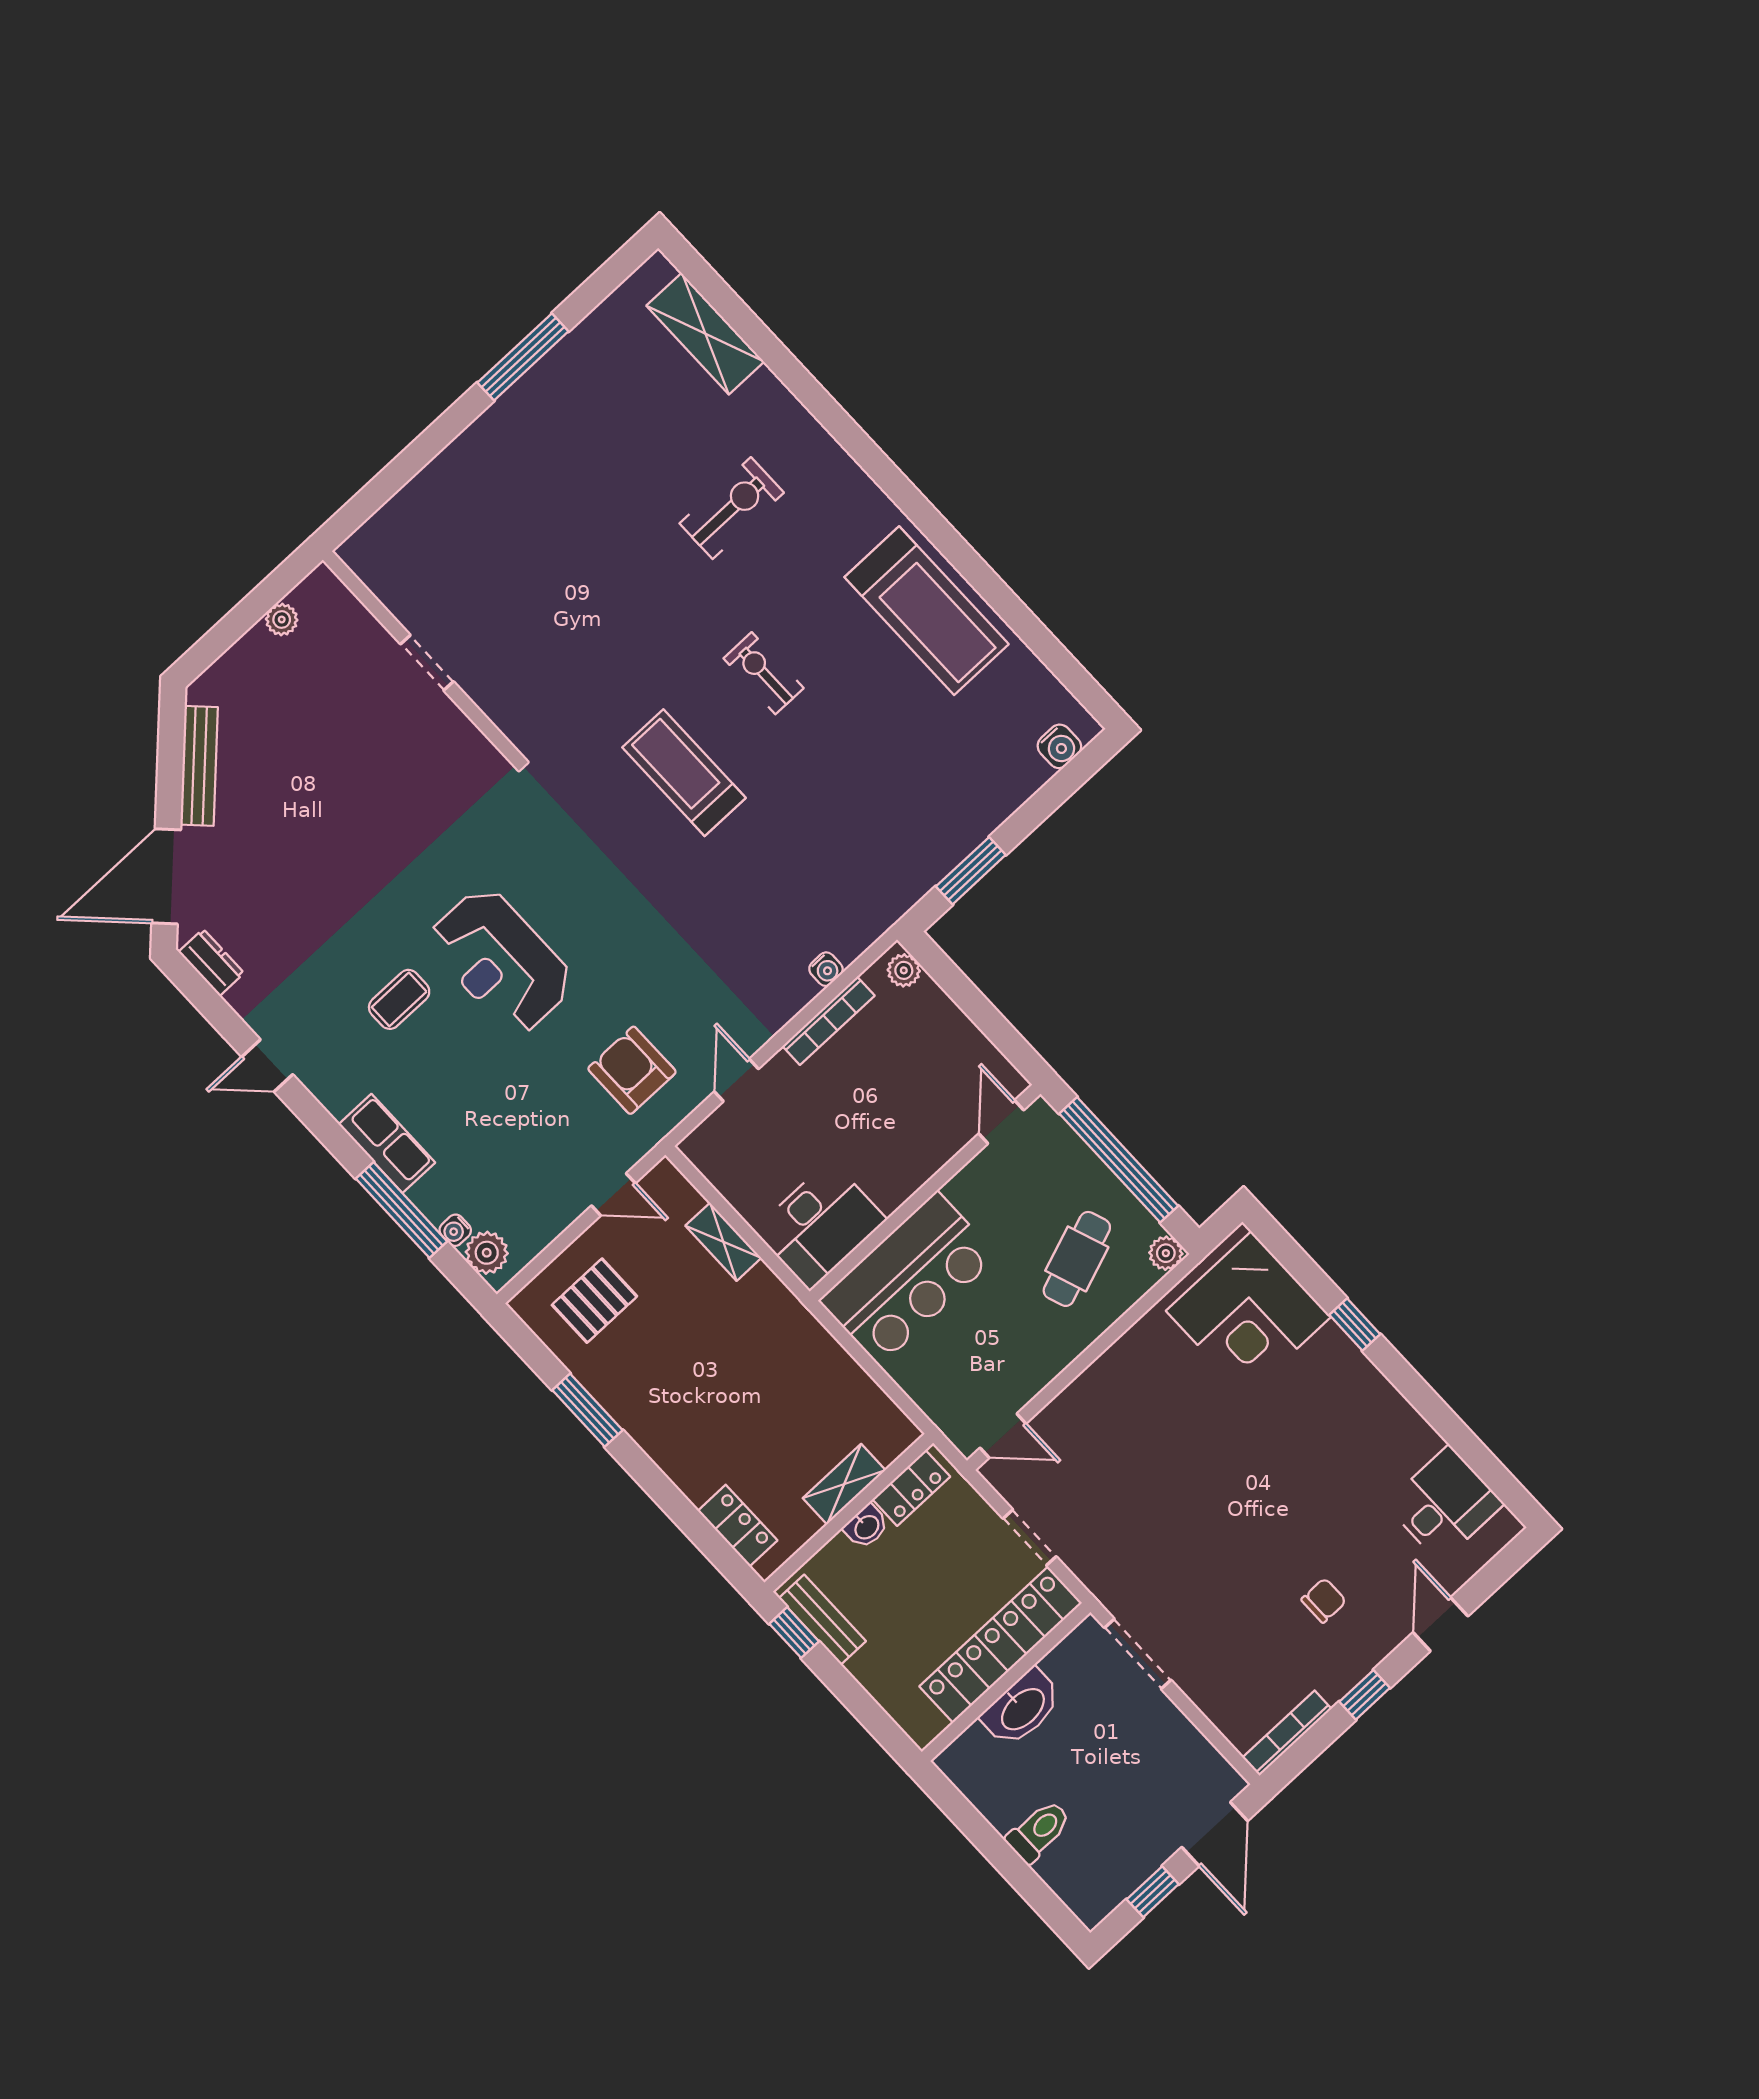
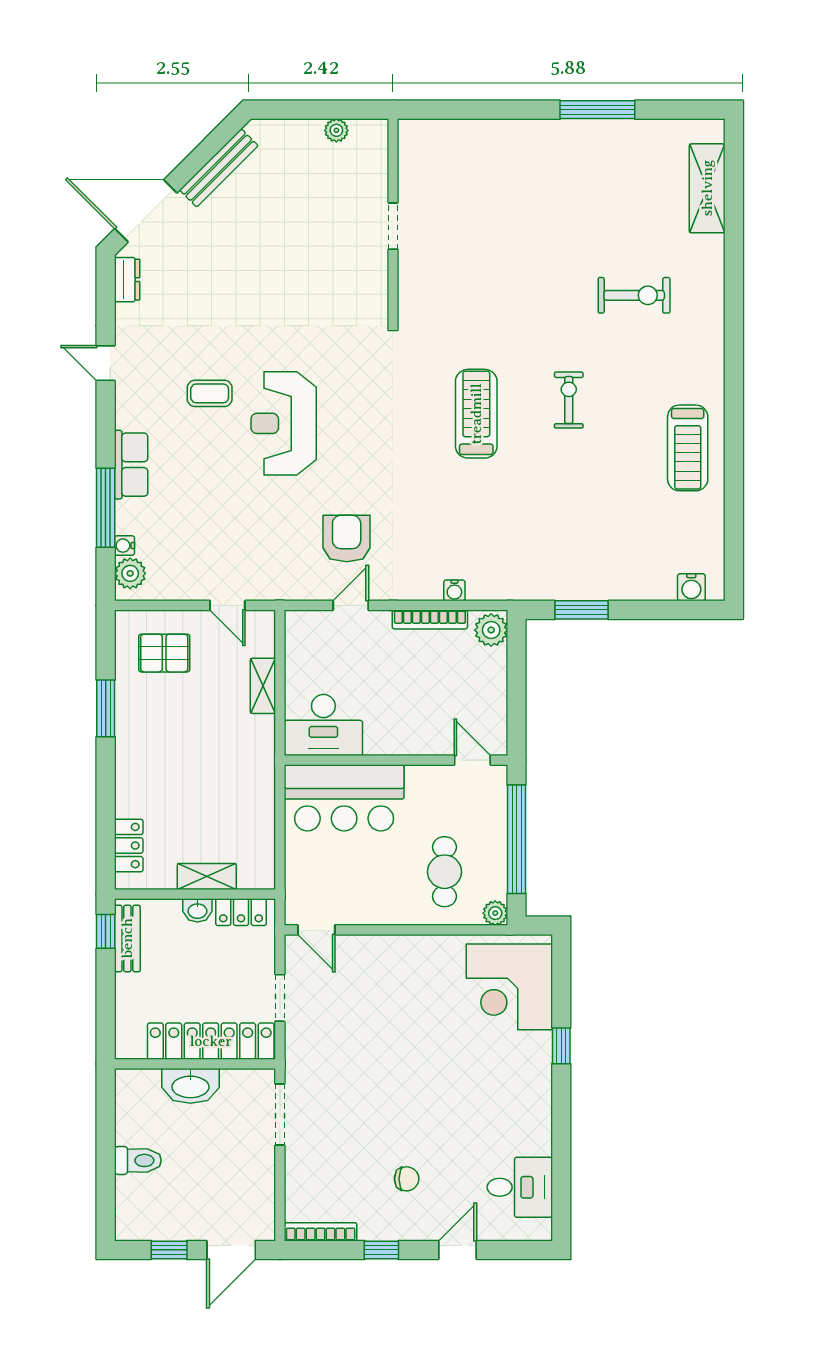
treadmill: (927, 611) -> (688, 448), width x0.73, depth x0.73
plant: (904, 970) -> (491, 630), width x1.38, depth x1.38
armchair: (632, 1070) -> (347, 538), moved
door: (1001, 1122) -> (472, 760), hinge flipped
cafe table: (1077, 1259) -> (444, 872), turned -70

